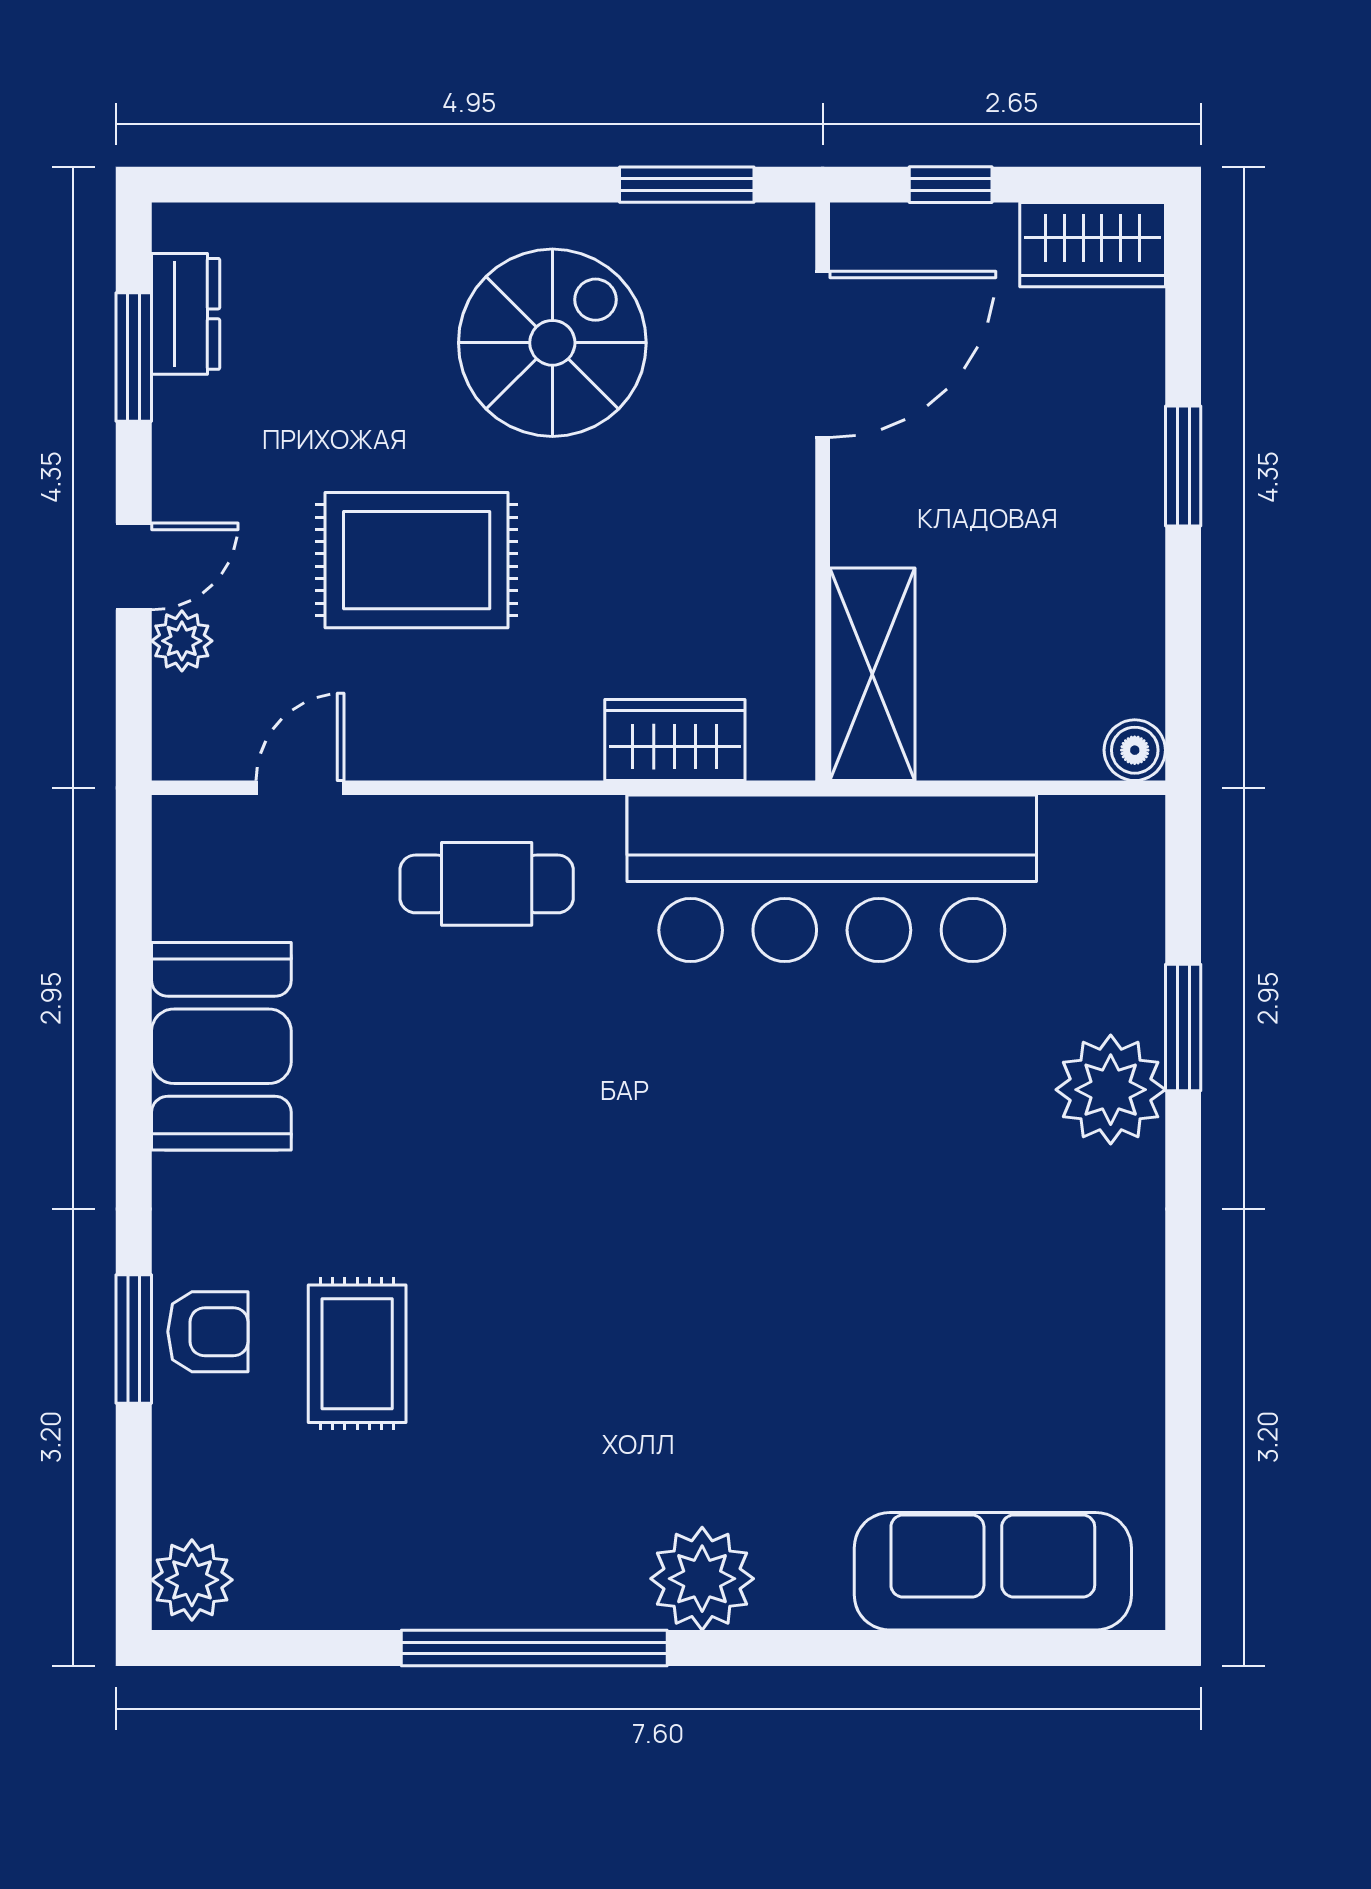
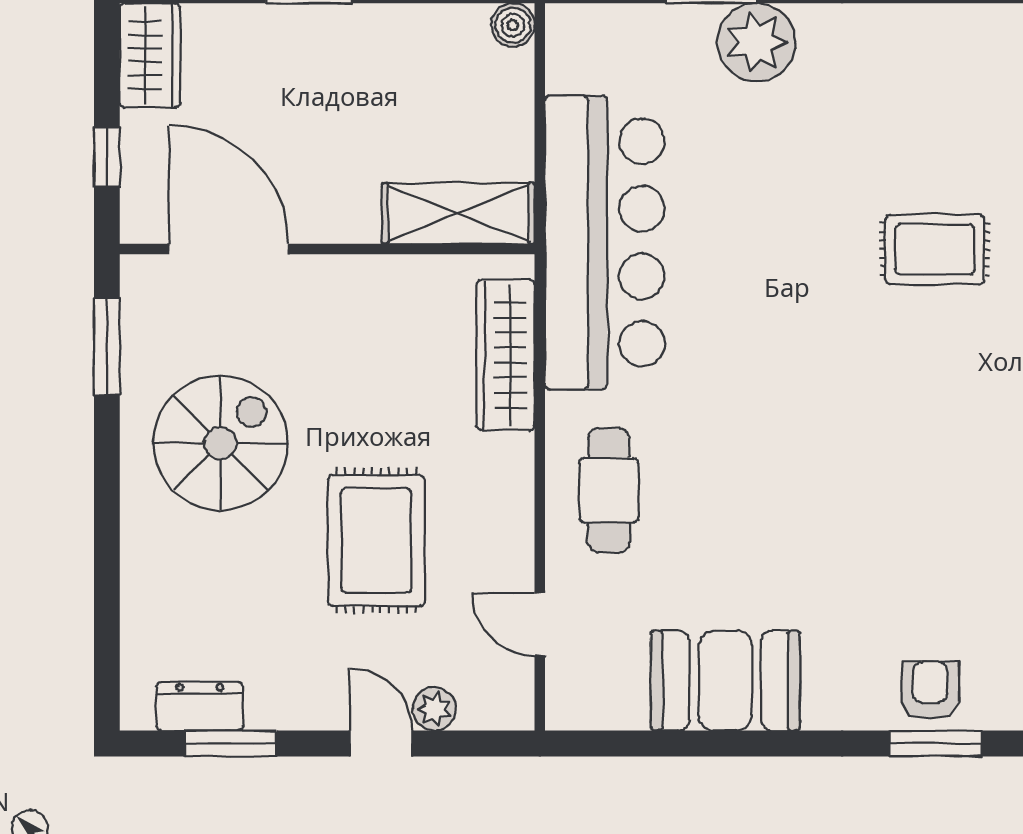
spiral stairs: (552, 343) -> (220, 443), turned 90
wardrobe: (675, 740) -> (506, 355), width x1.50
rug: (357, 1354) -> (935, 249), moved

